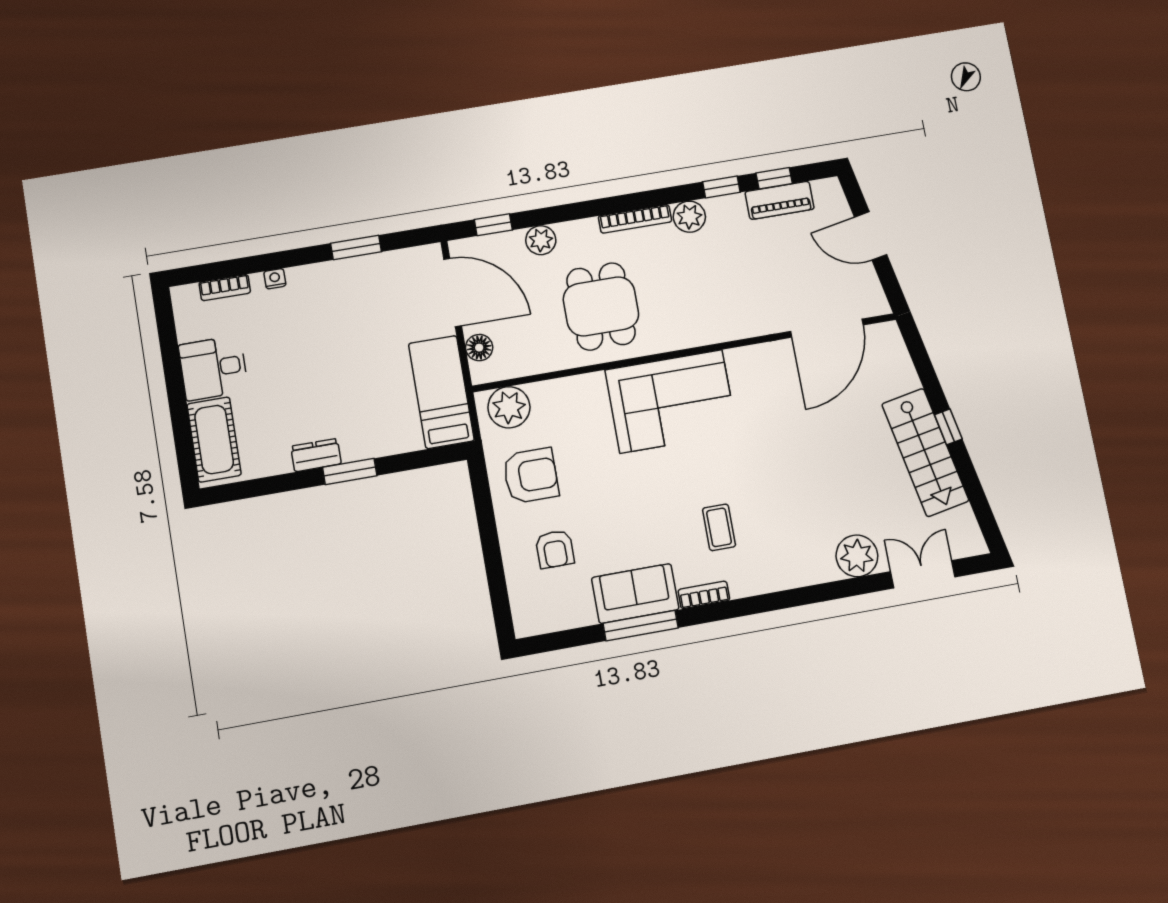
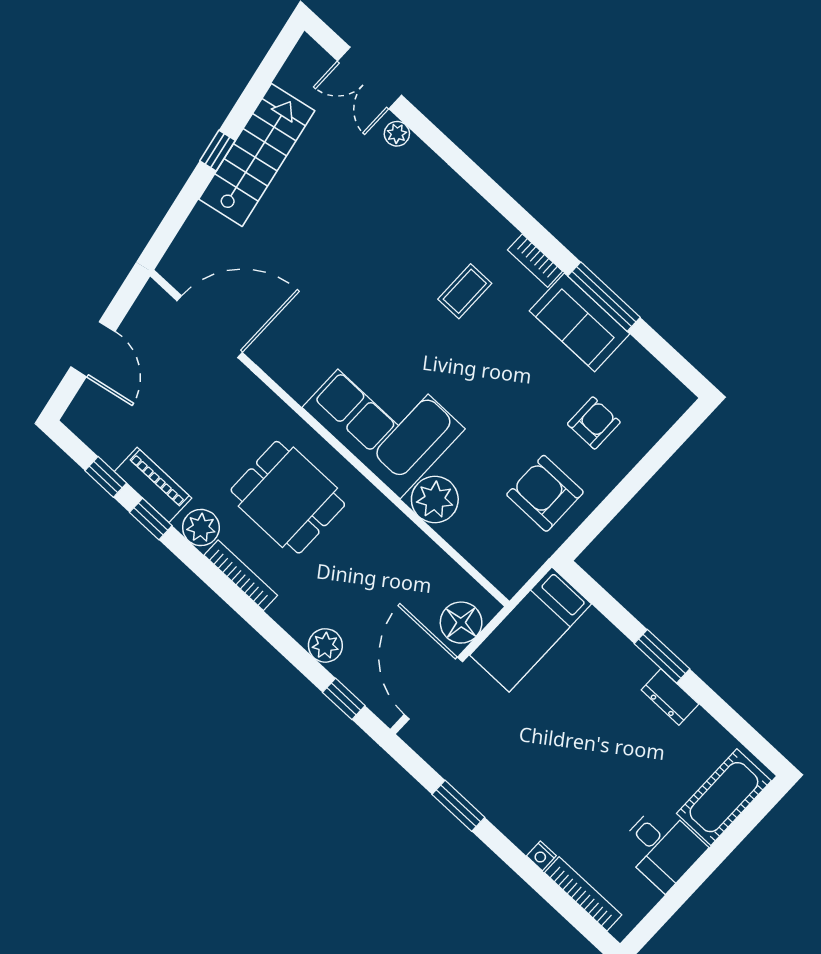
piano: (780, 200) -> (153, 485), moved
bookcase: (225, 288) -> (583, 894), width x1.56
dining table: (601, 306) -> (288, 497), moved, turned 90
floor lamp: (479, 348) -> (461, 623), width x1.38, depth x1.38
plant: (509, 407) -> (435, 499), moved
plant: (857, 556) -> (397, 134), width x0.53, depth x0.53

